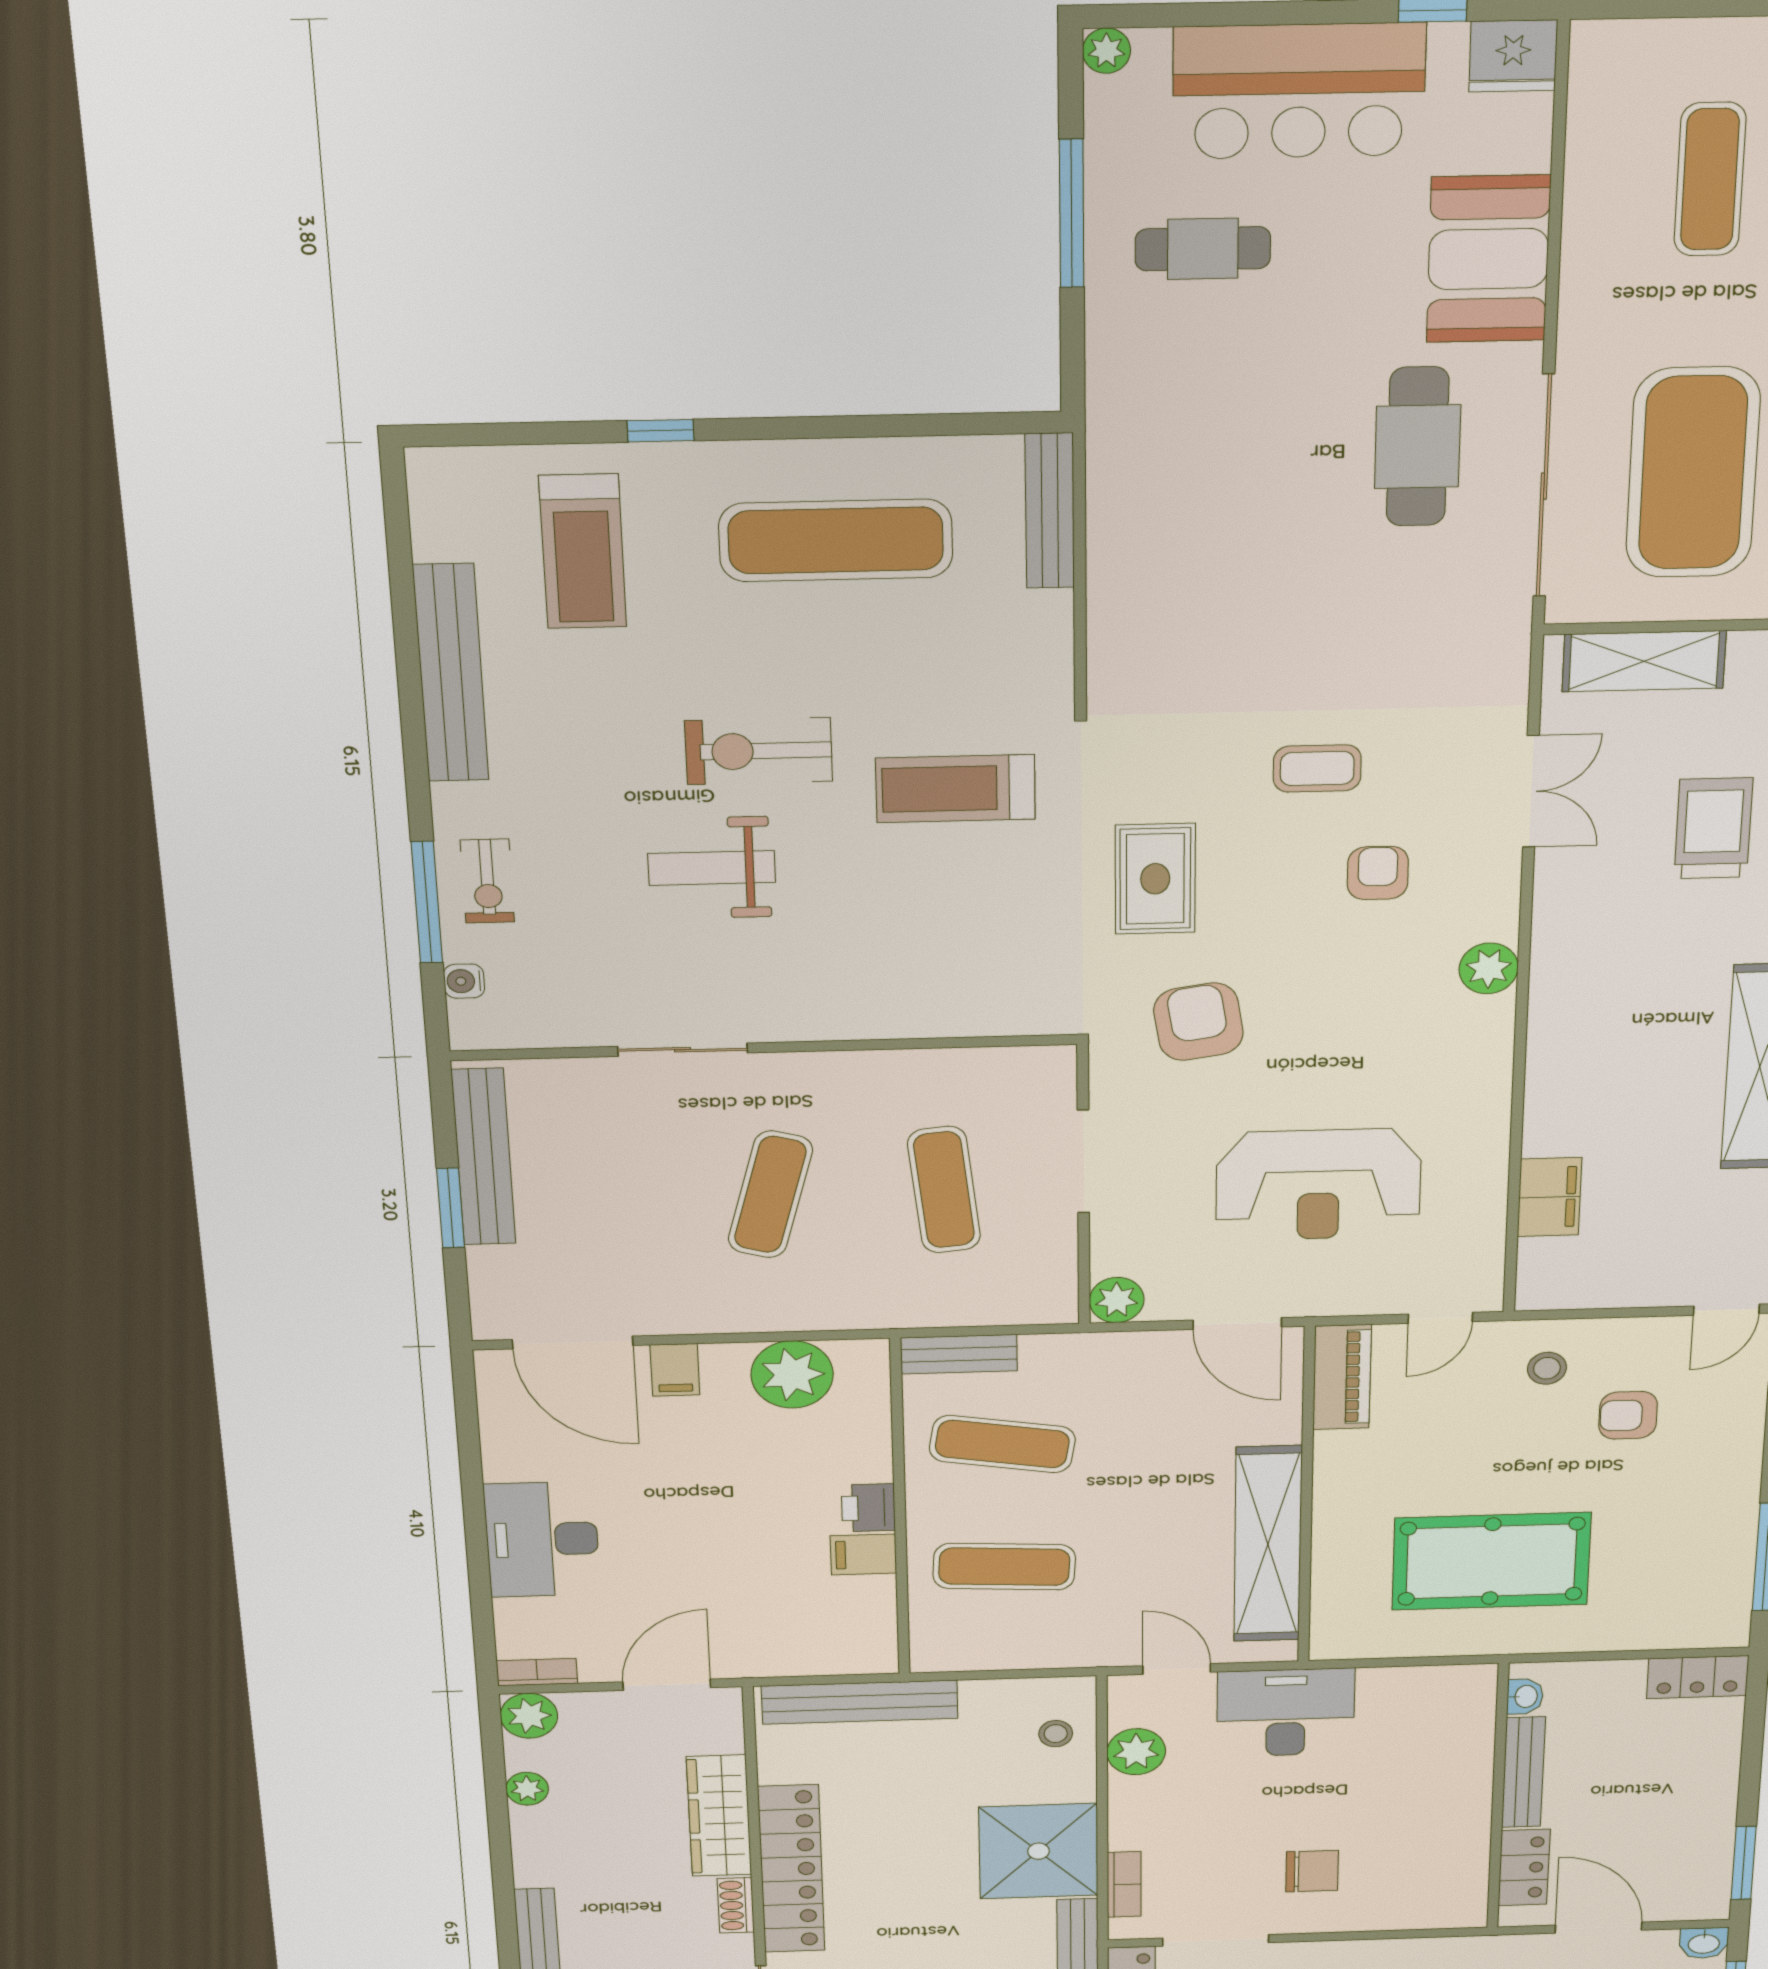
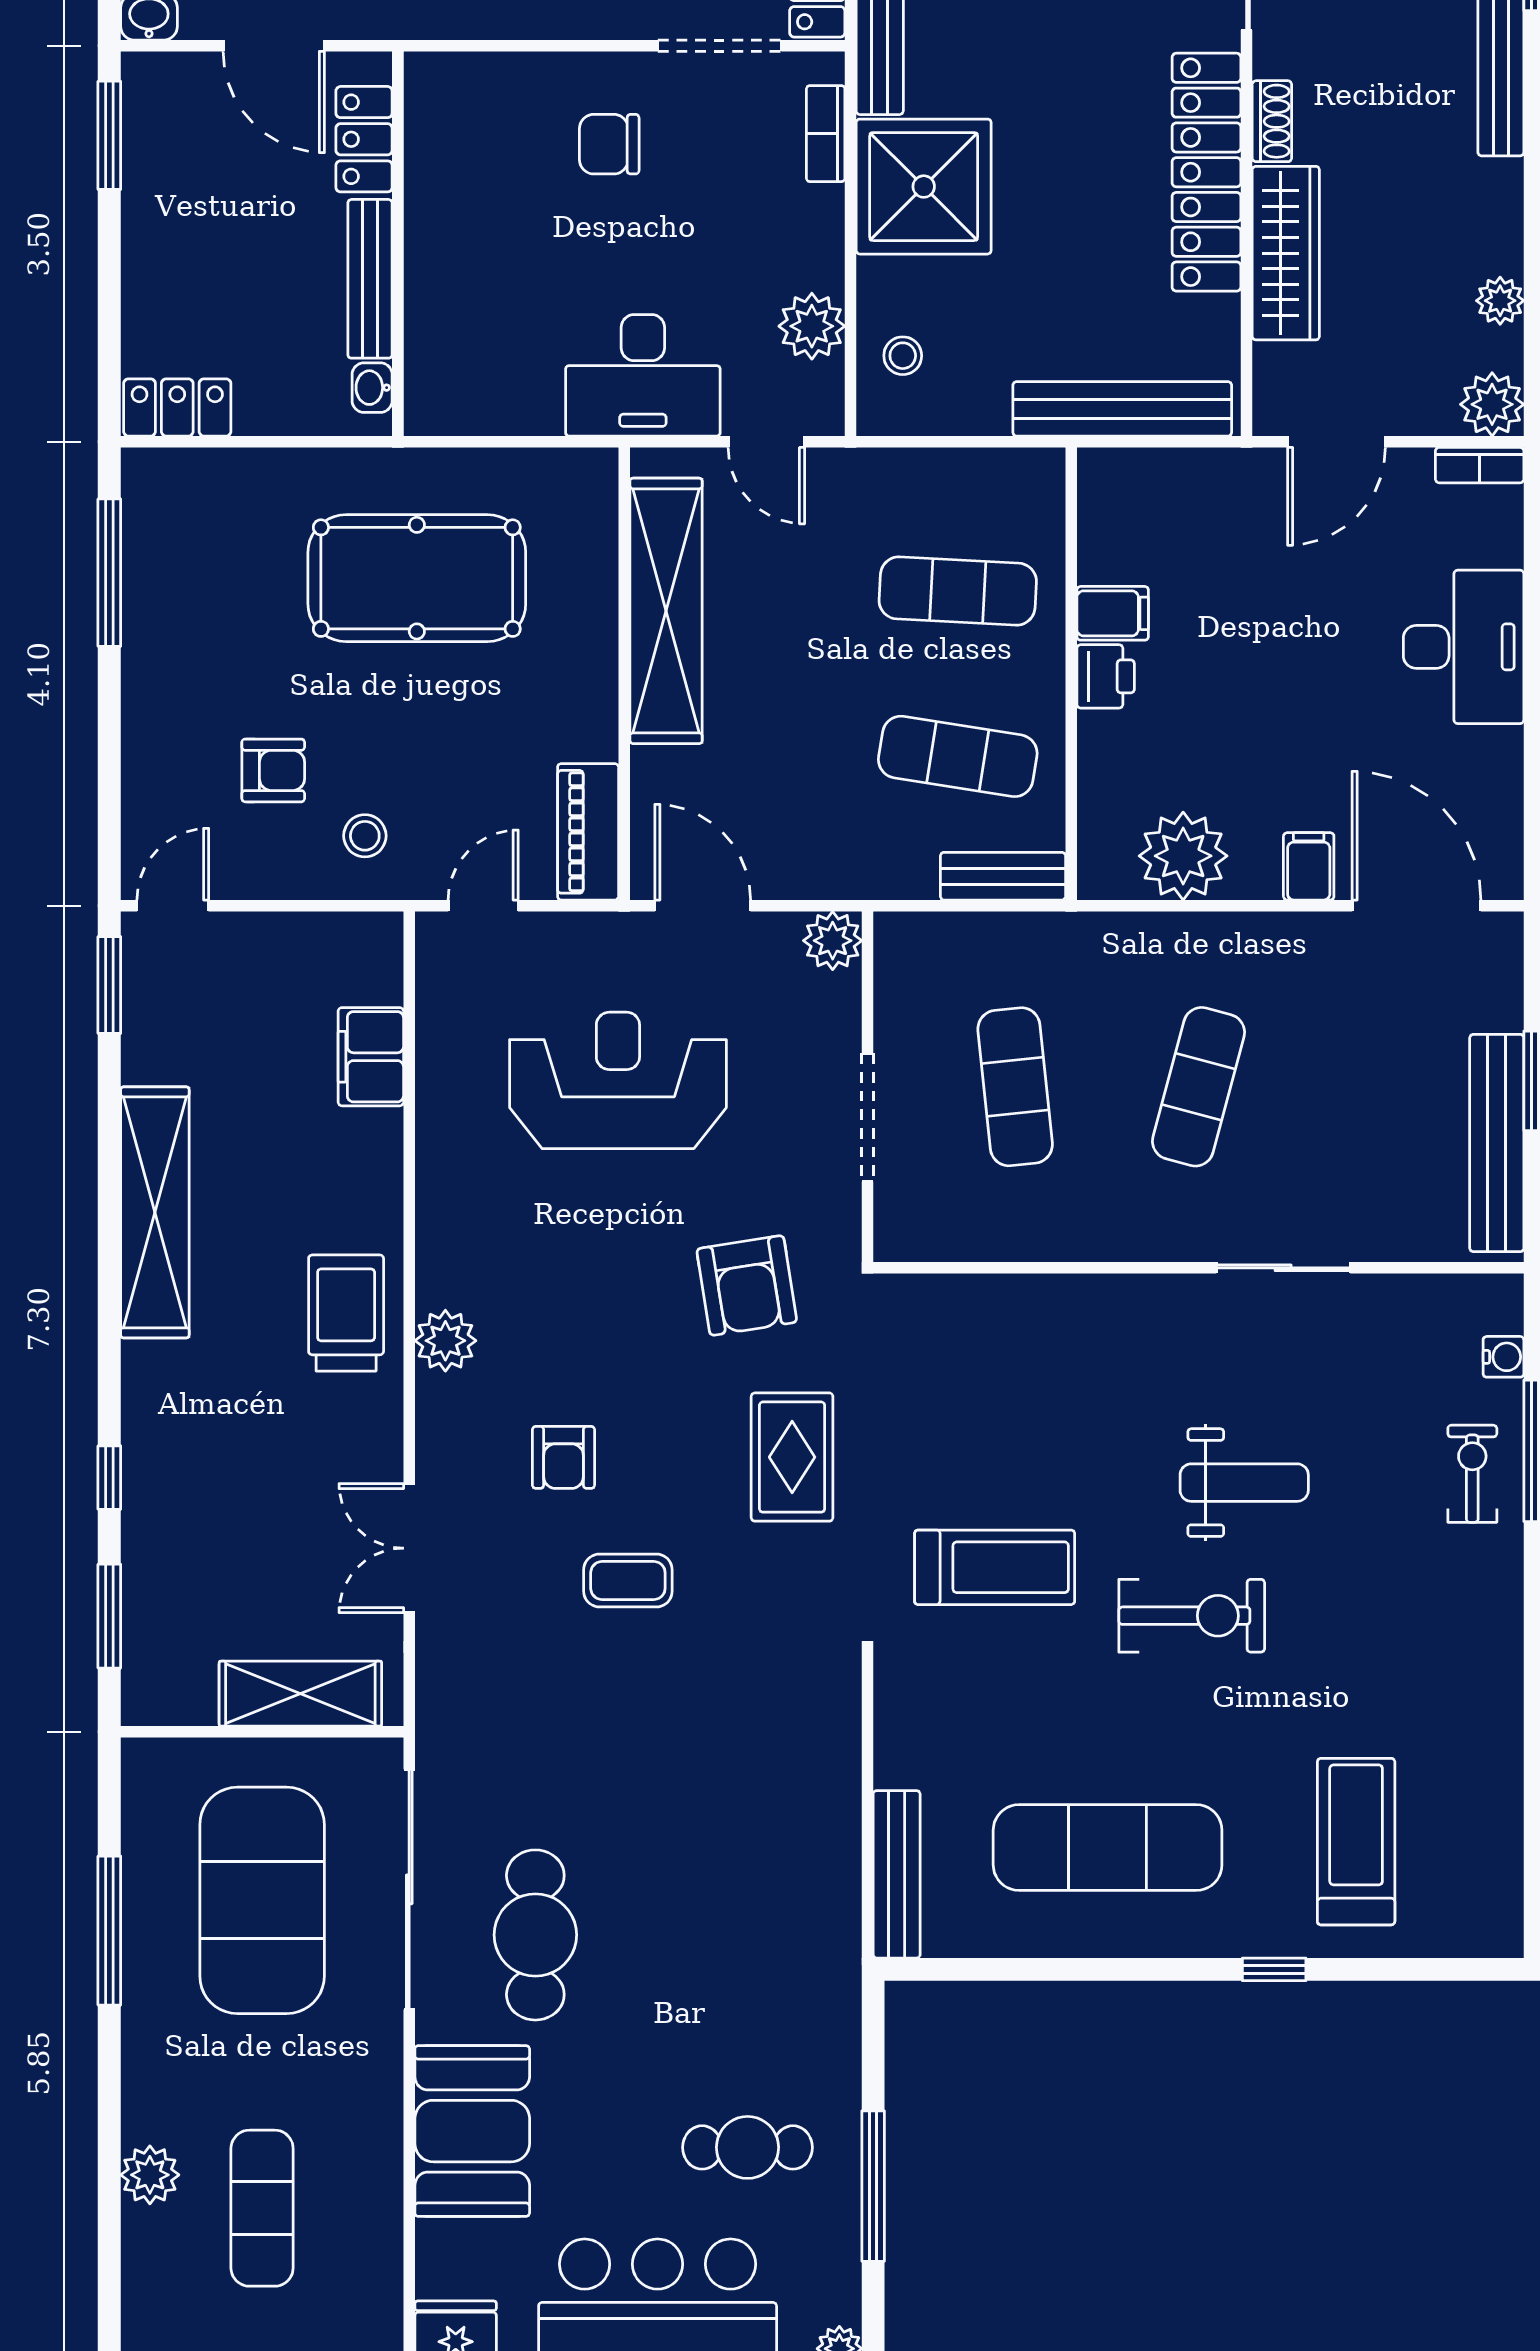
bench: (451, 673) -> (1494, 1711), removed
trolley: (1713, 828) -> (346, 1313), moved, turned 180

